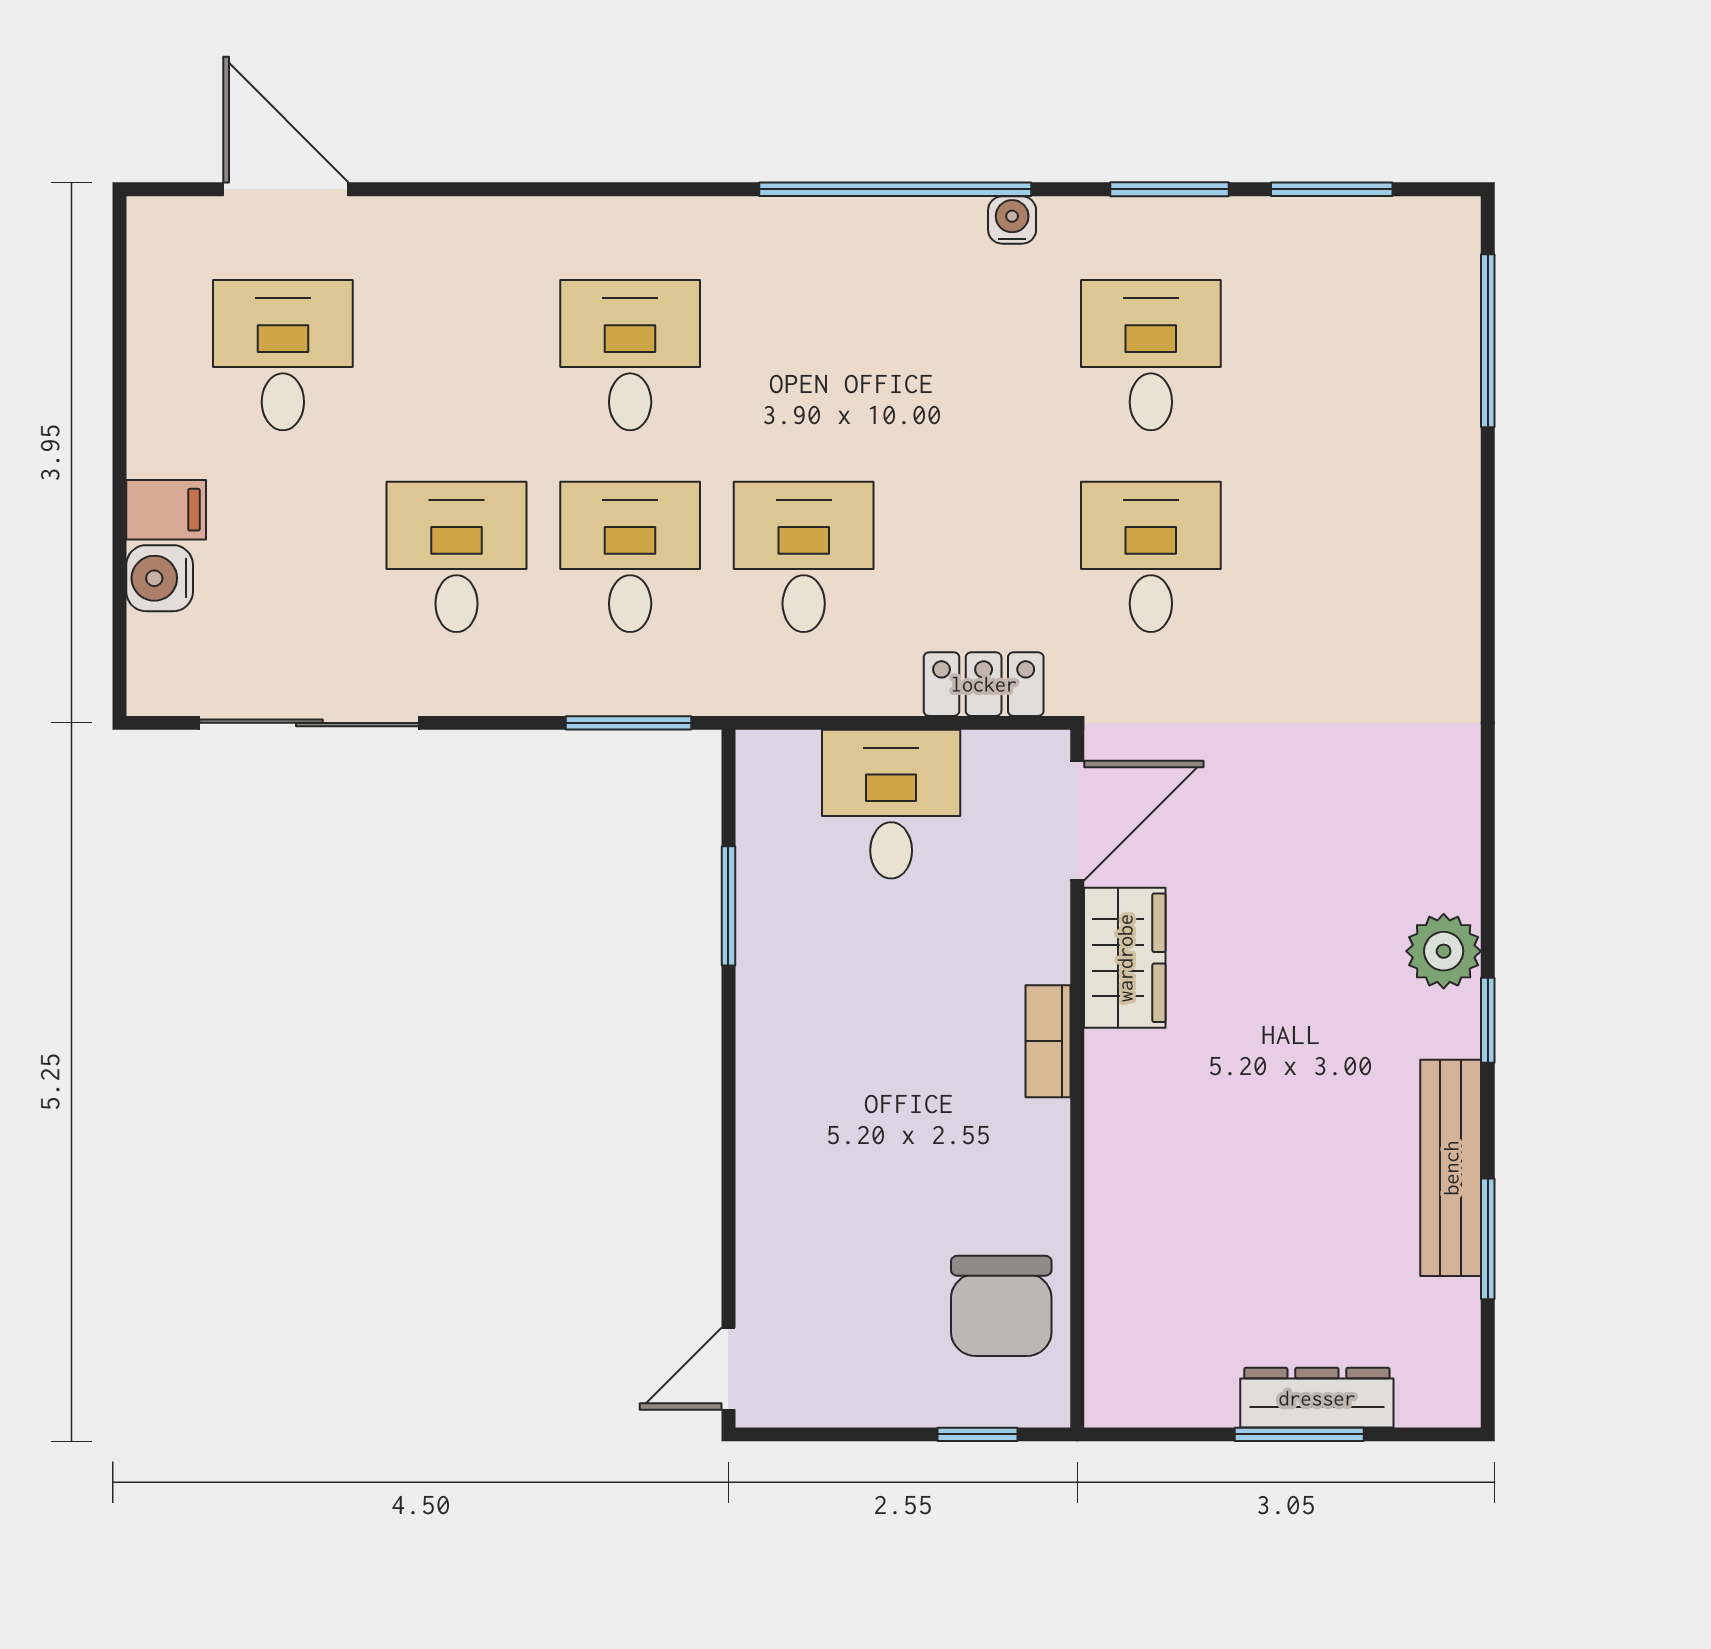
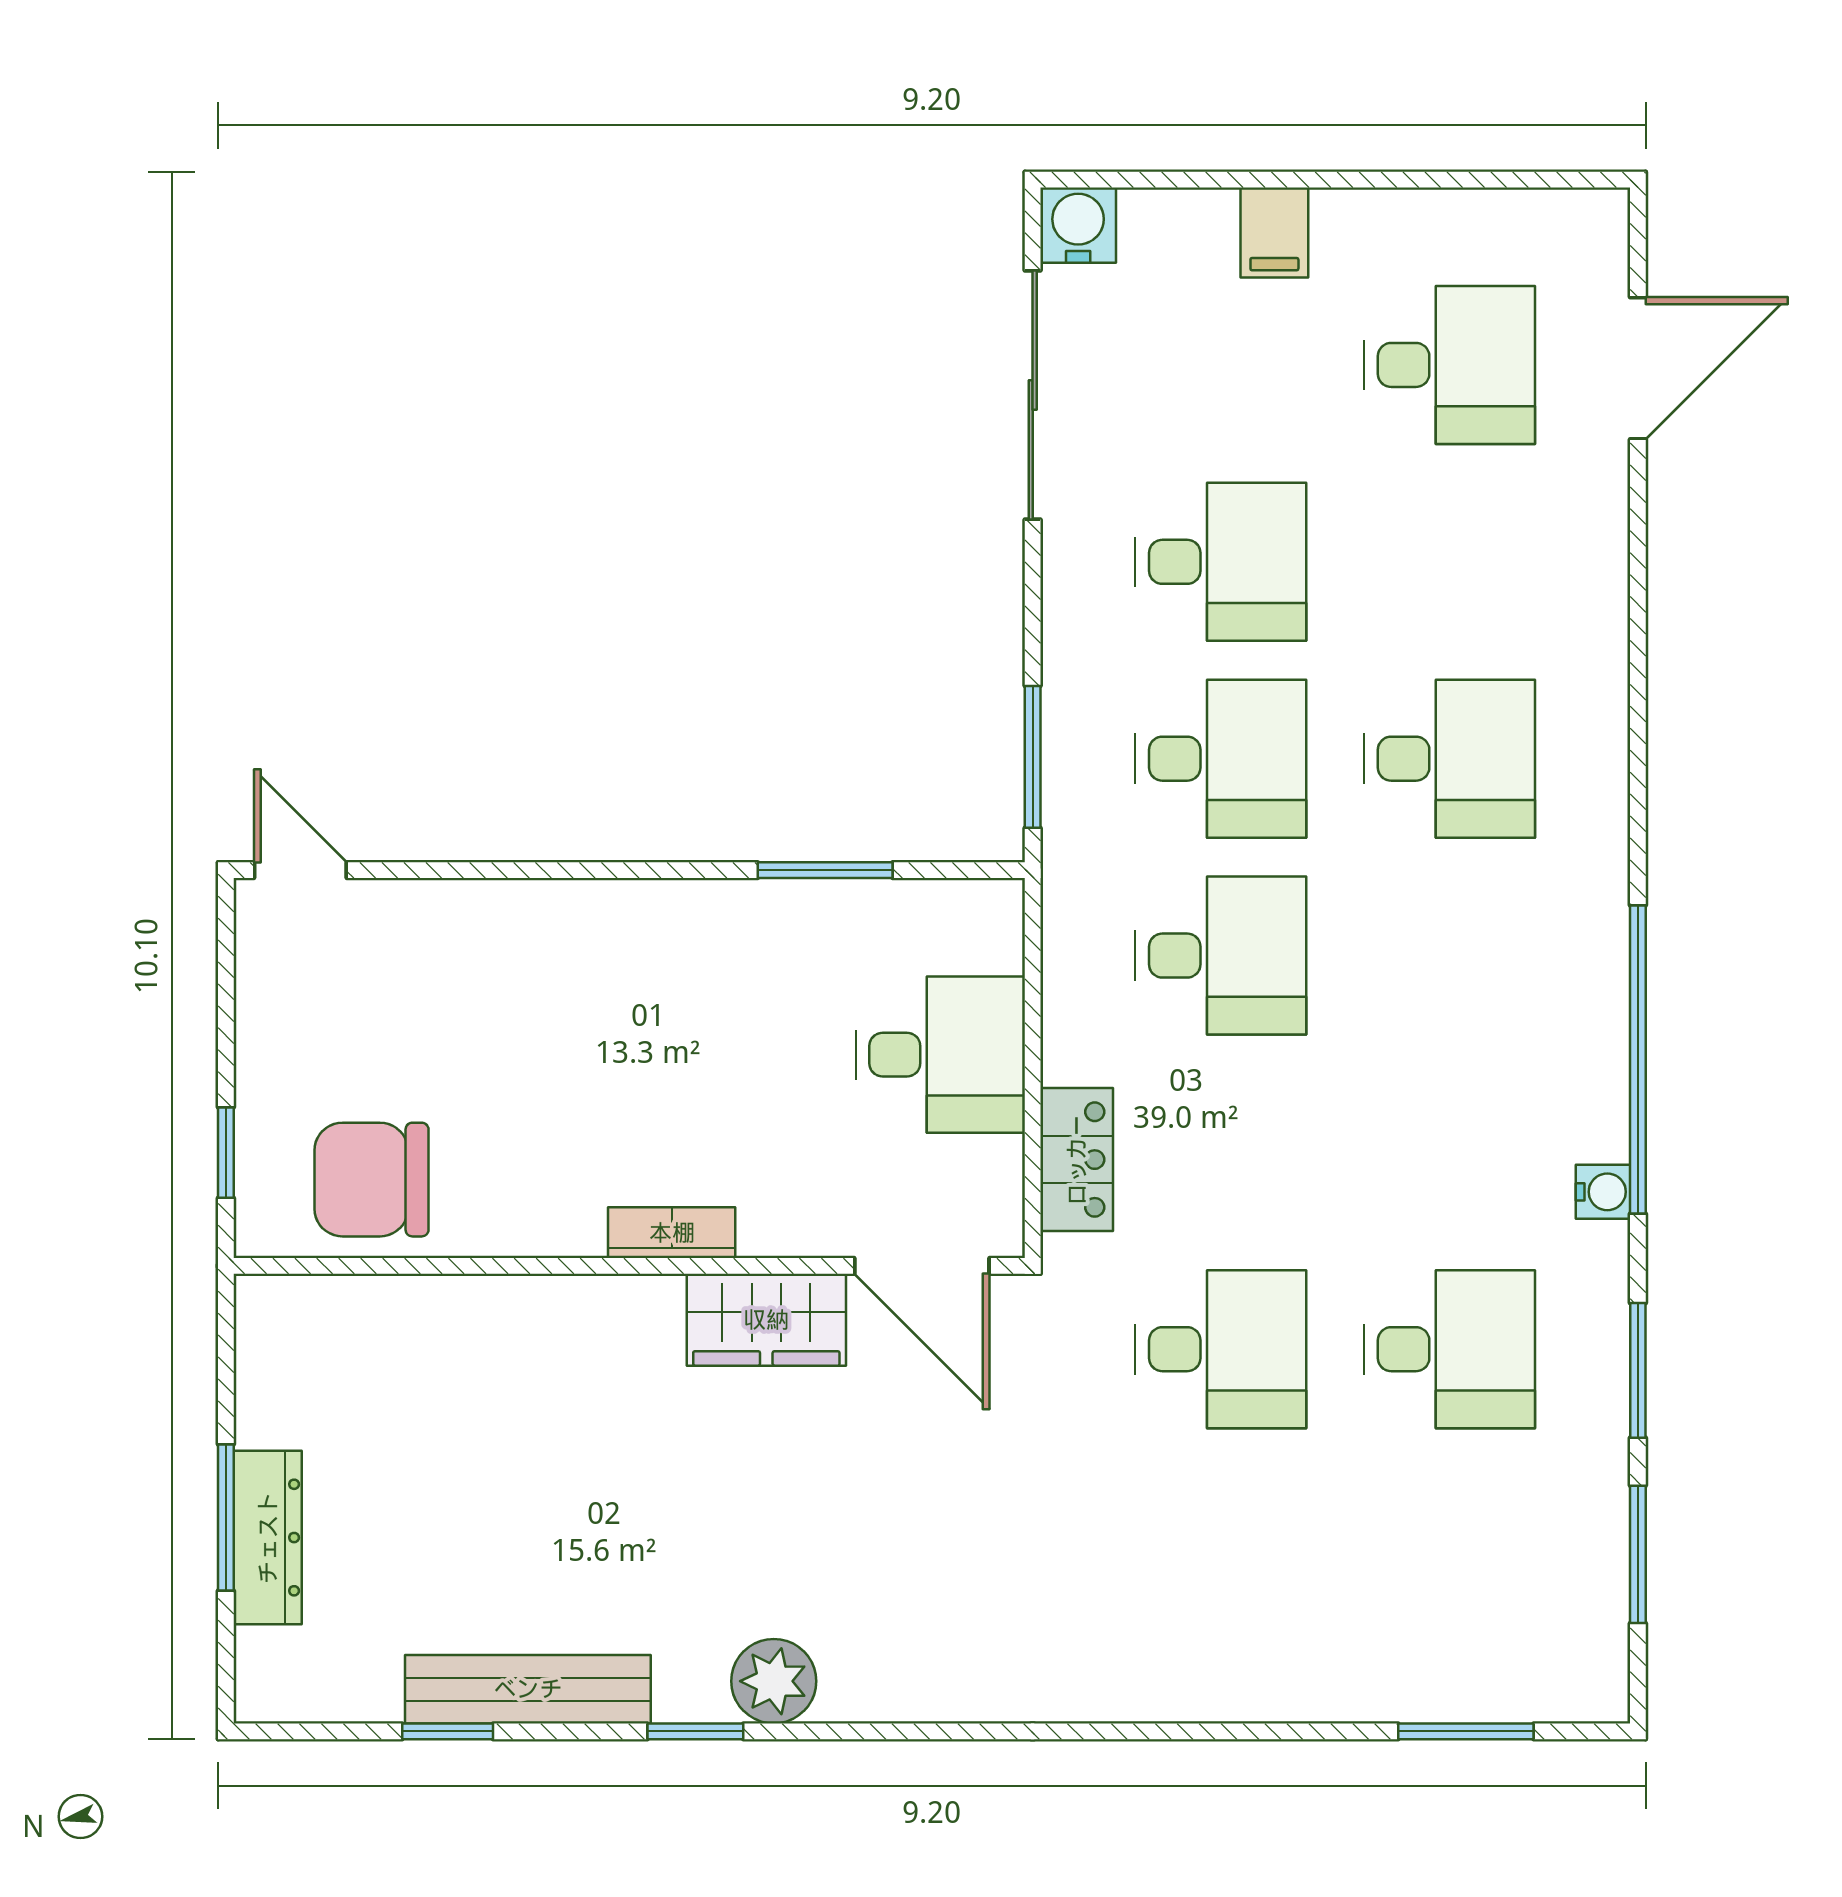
window: (1488, 341) -> (1466, 1731), width x0.69
water cooler: (160, 578) -> (1078, 225), moved
window: (1488, 1239) -> (448, 1731), width x0.67

